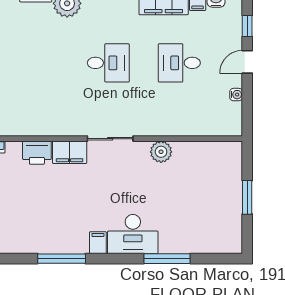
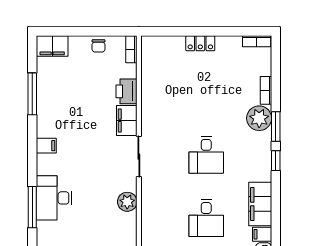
desk: (179, 63) -> (206, 218), turned 180
desk: (133, 234) -> (54, 198), moved
window: (62, 259) -> (32, 94), moved

